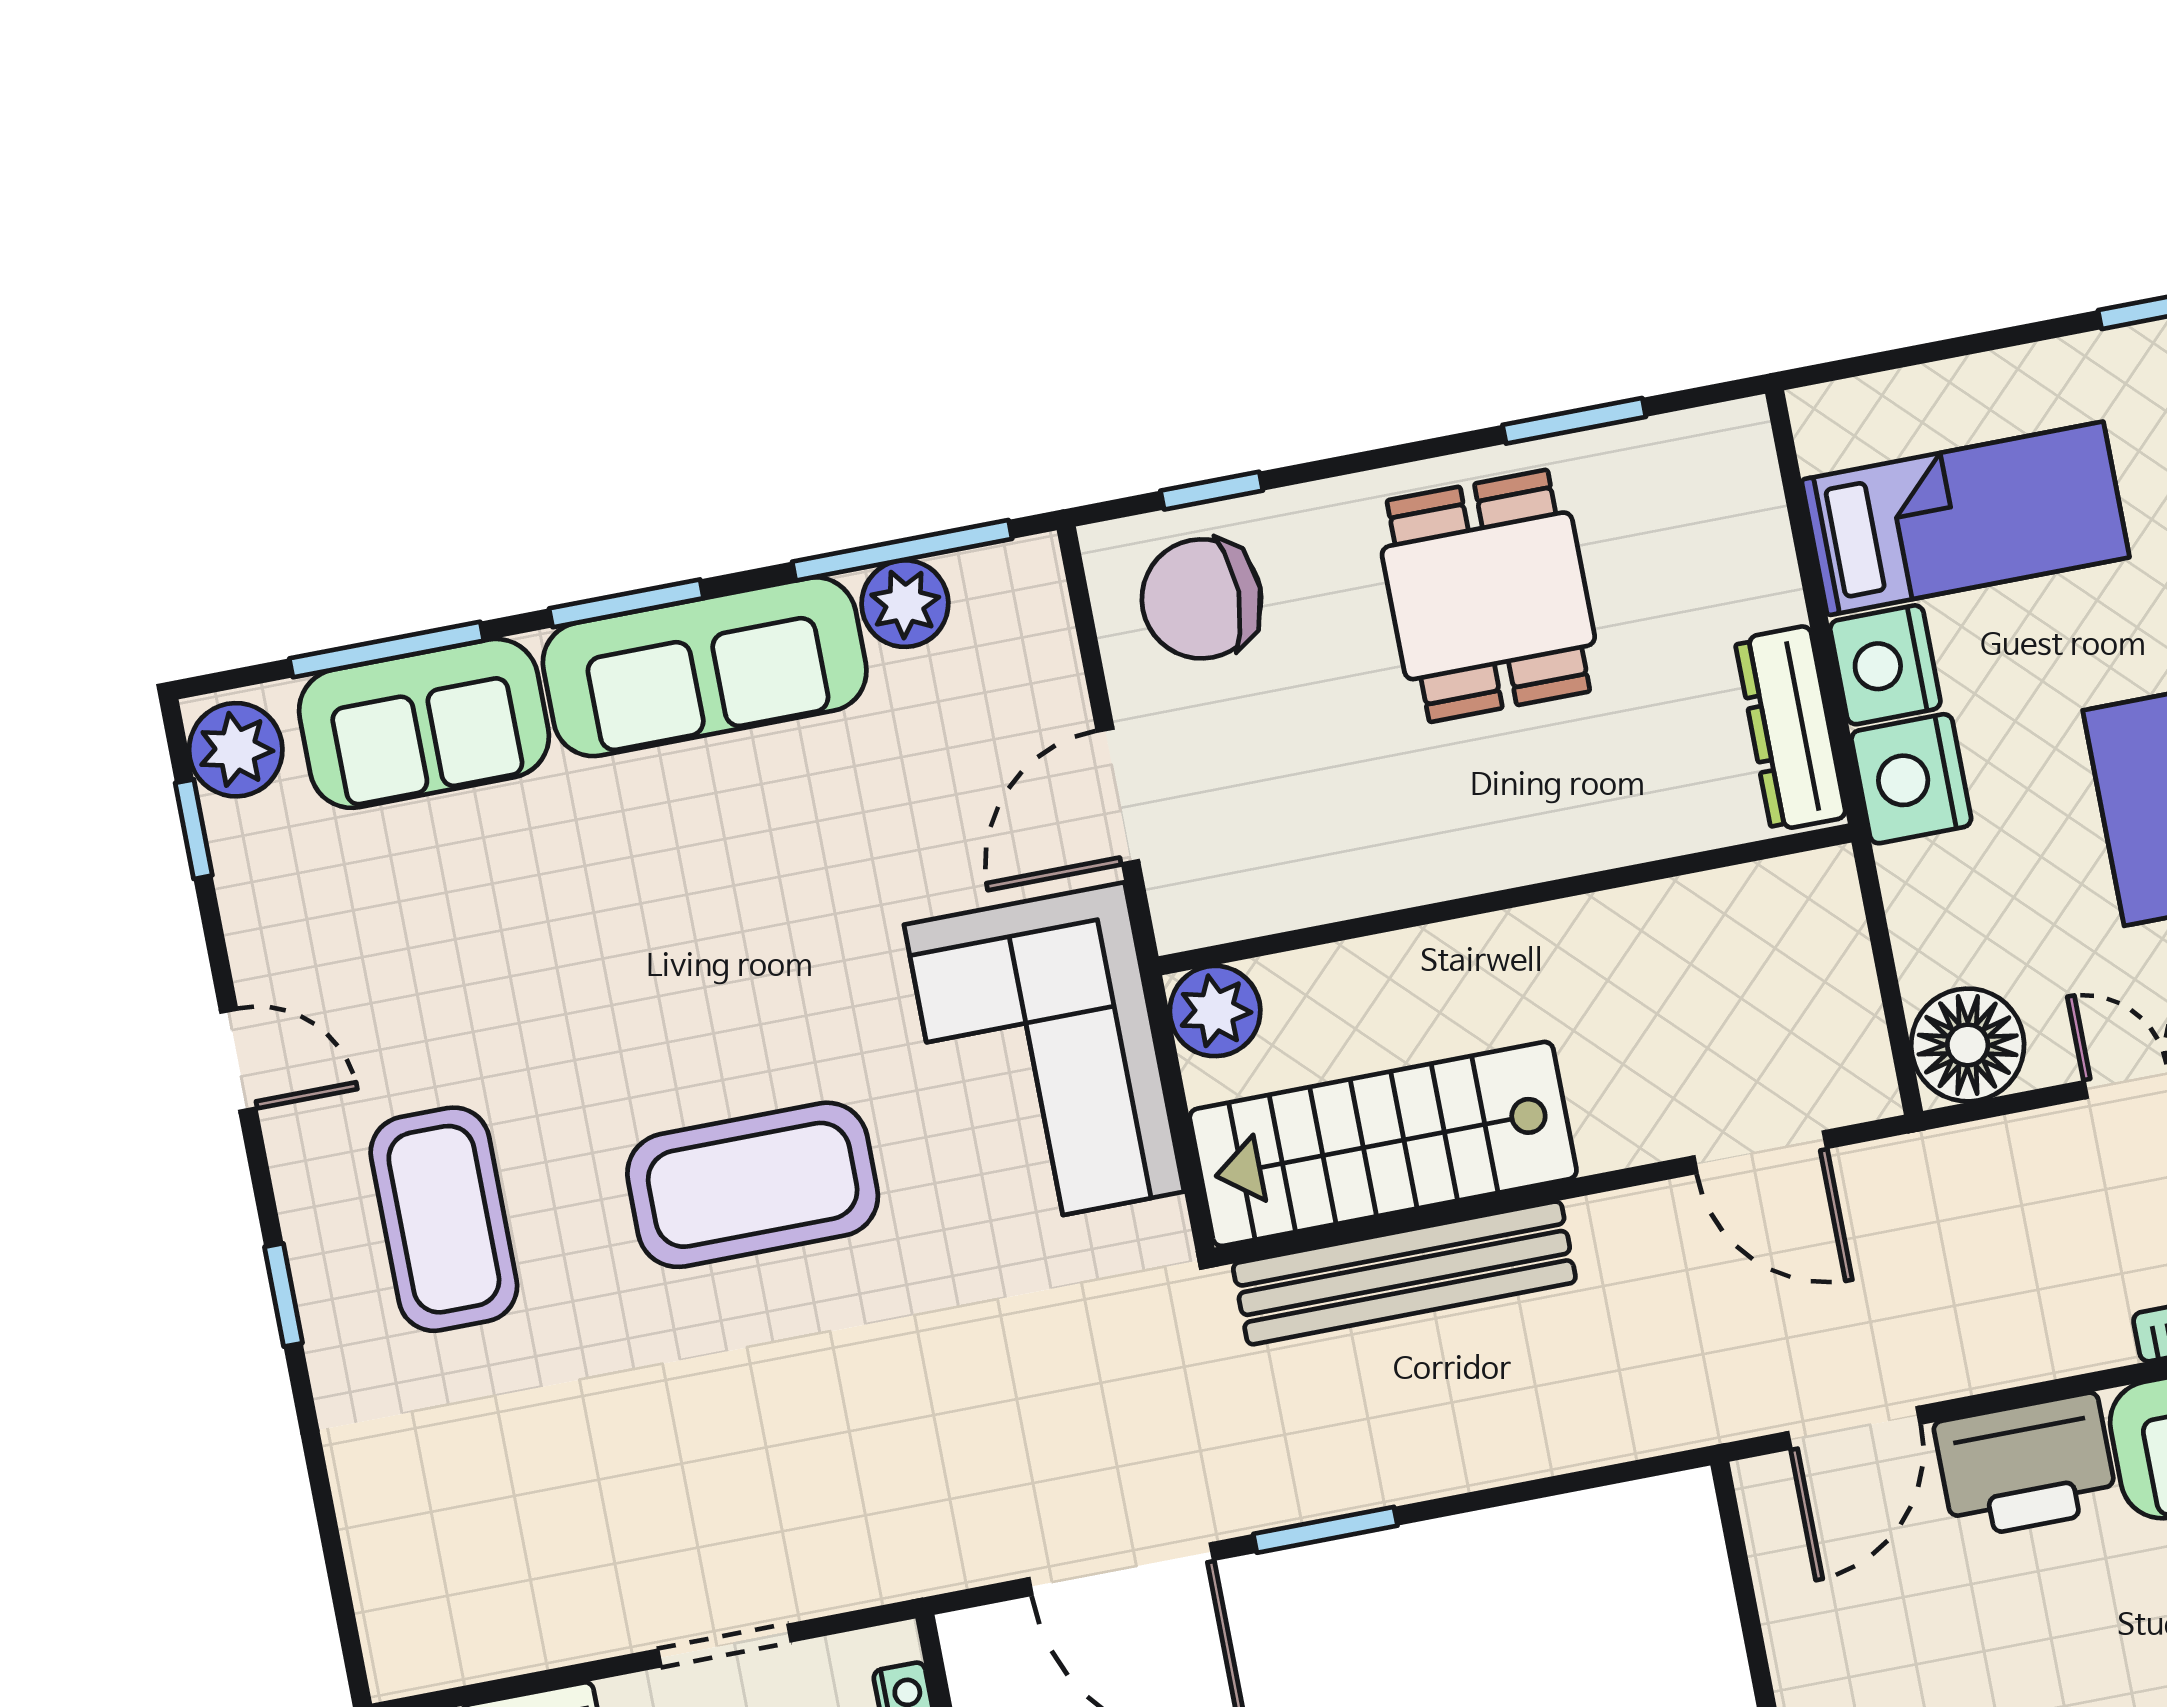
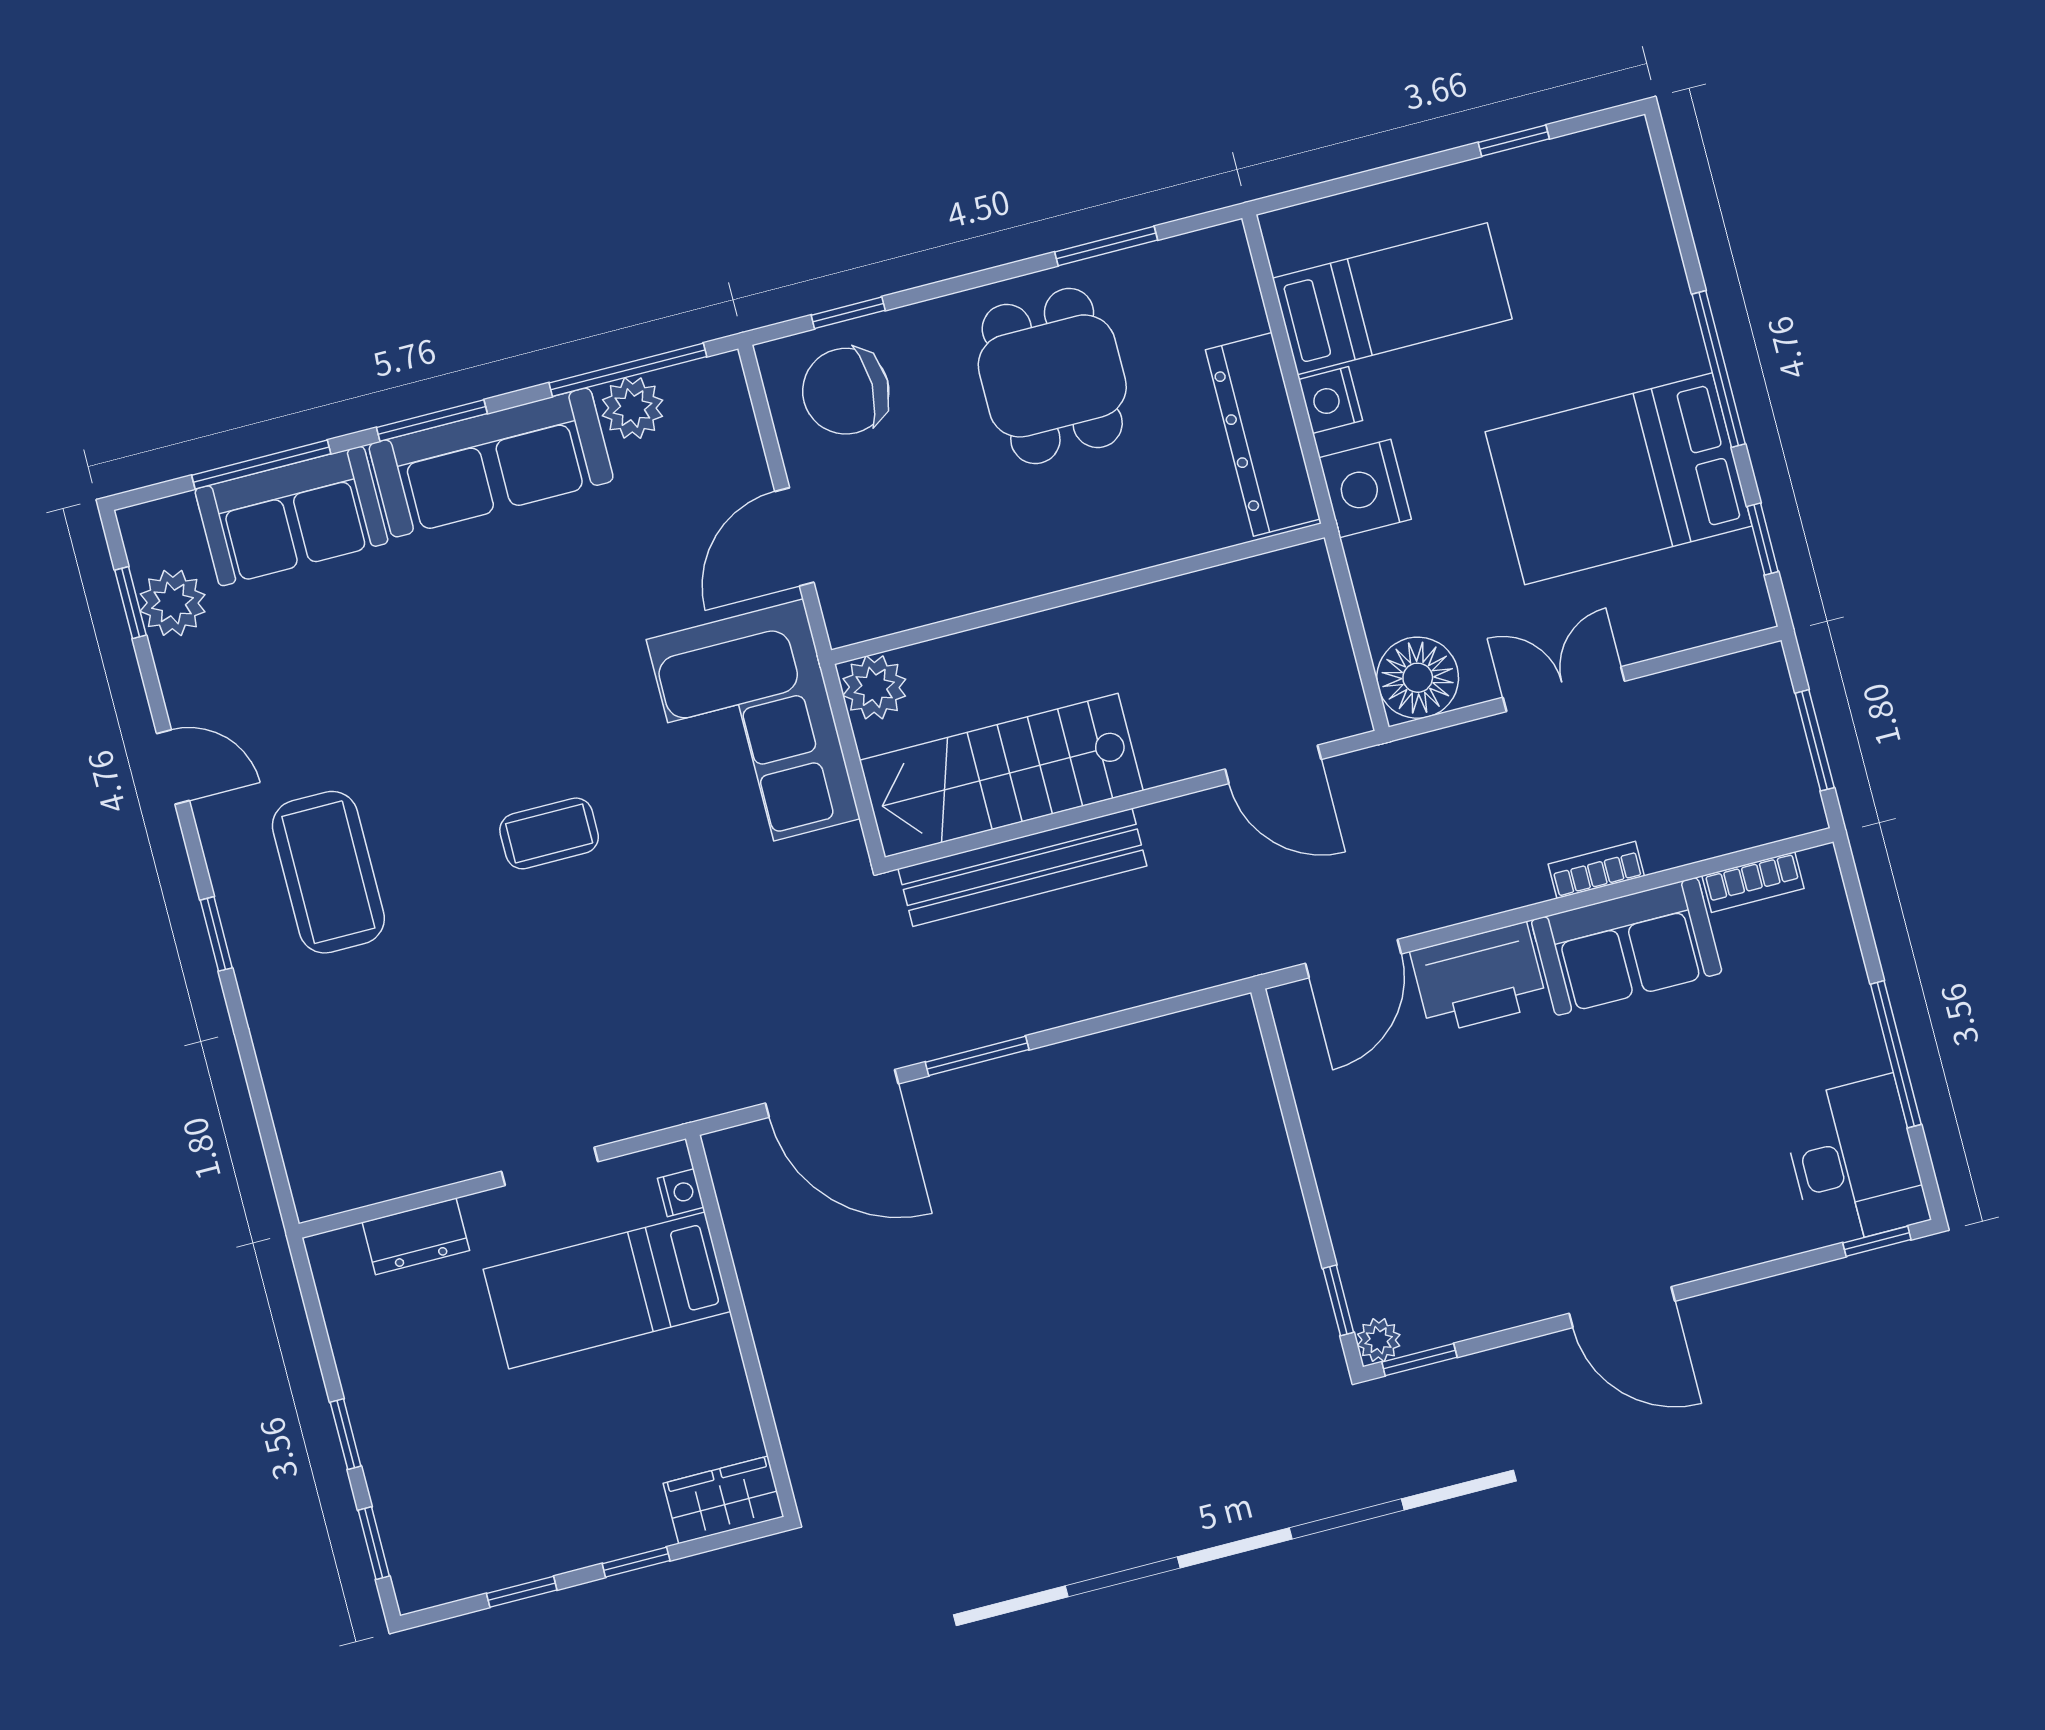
nightstand: (1885, 665) -> (1330, 400), width x0.74, depth x0.75
dresser: (1791, 728) -> (1263, 434), width x1.37, depth x1.24
plant: (236, 750) -> (173, 603), moved
coffee table: (753, 1185) -> (549, 833), width x0.54, depth x0.58

